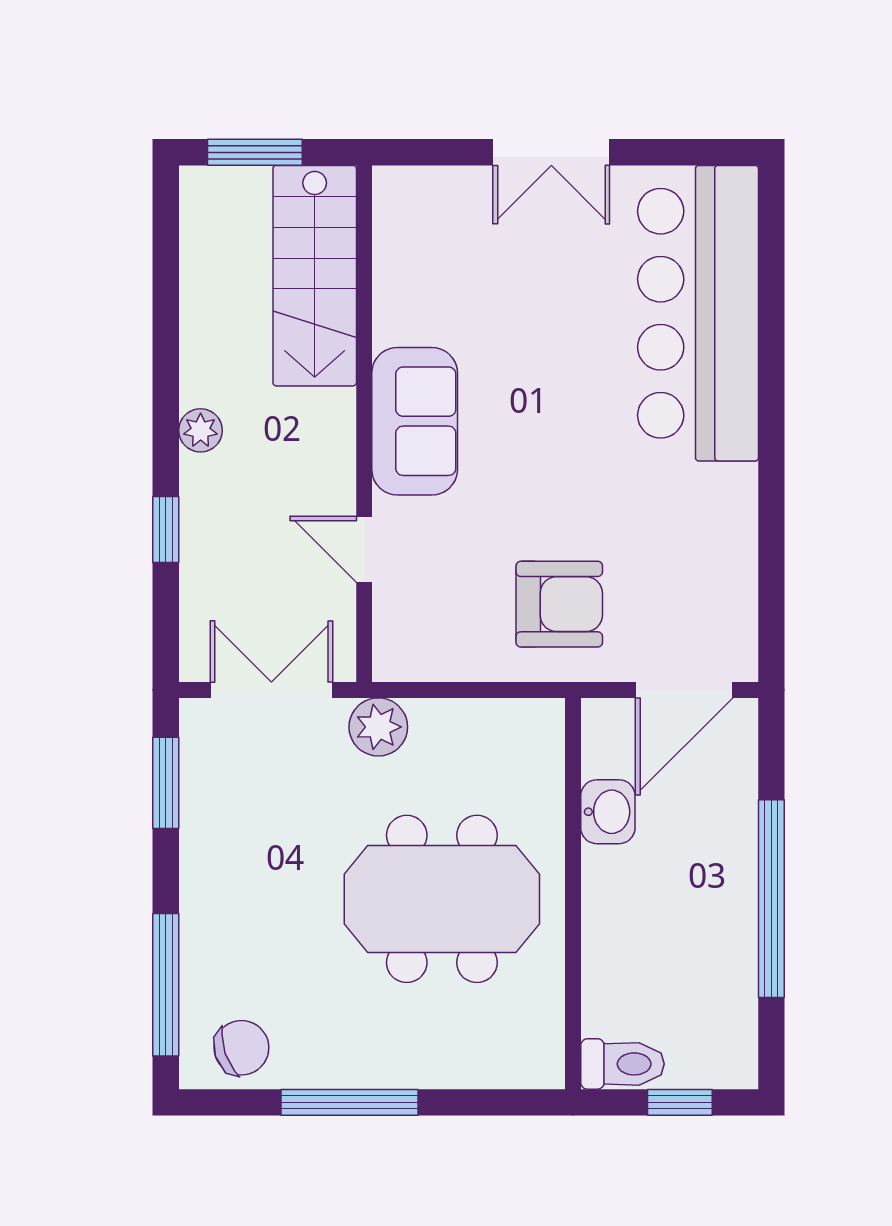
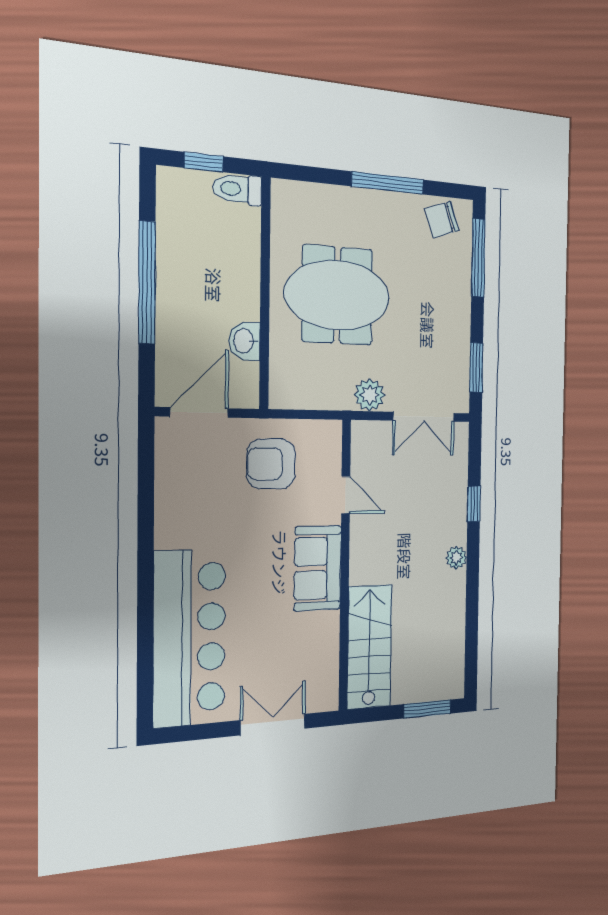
stairs: (315, 276) -> (369, 647), moved
sofa: (415, 421) -> (318, 568), moved
wall: (364, 424) -> (345, 566), moved
door: (364, 549) -> (346, 495), moved

